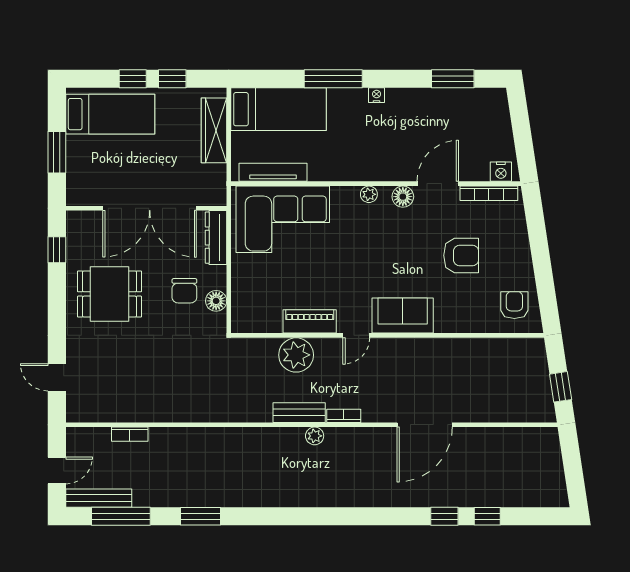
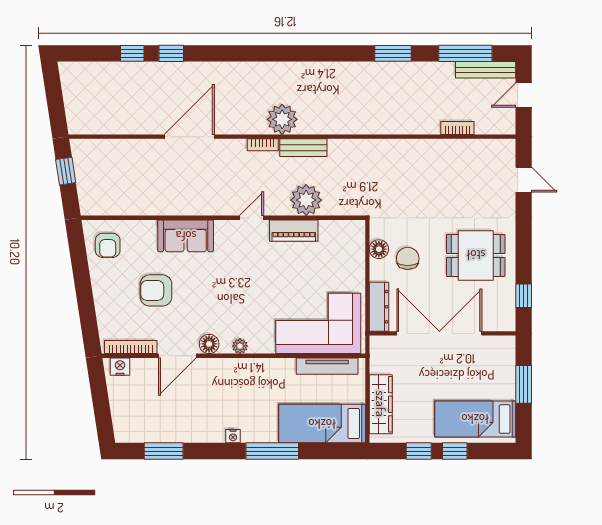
sofa: (403, 316) -> (186, 236), moved
plant: (315, 436) -> (282, 119), width x1.88, depth x1.88

